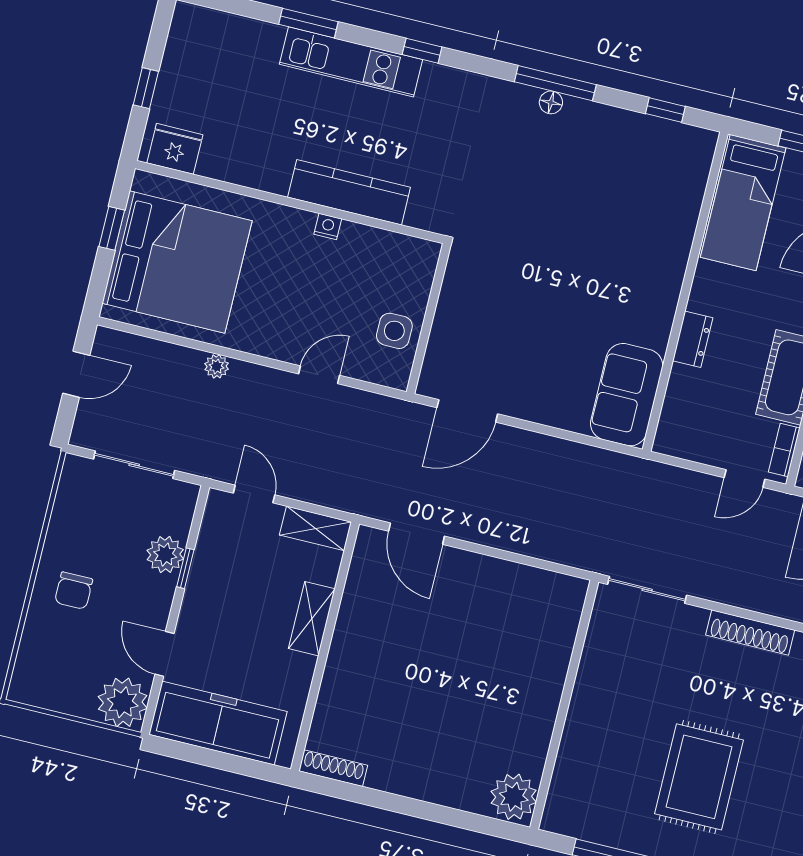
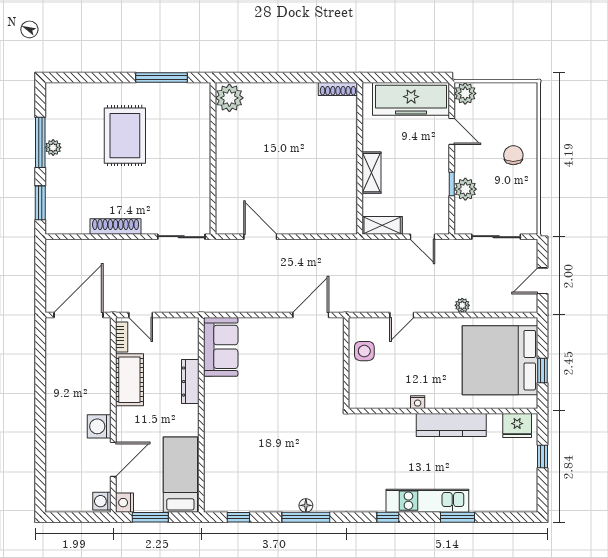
kitchen counter: (349, 192) -> (451, 425), moved
dresser: (693, 339) -> (190, 382), width x1.44
door: (744, 478) -> (141, 315), swing flipped
door: (416, 534) -> (260, 237), moved
plant: (123, 702) -> (465, 93), width x0.73, depth x0.73

